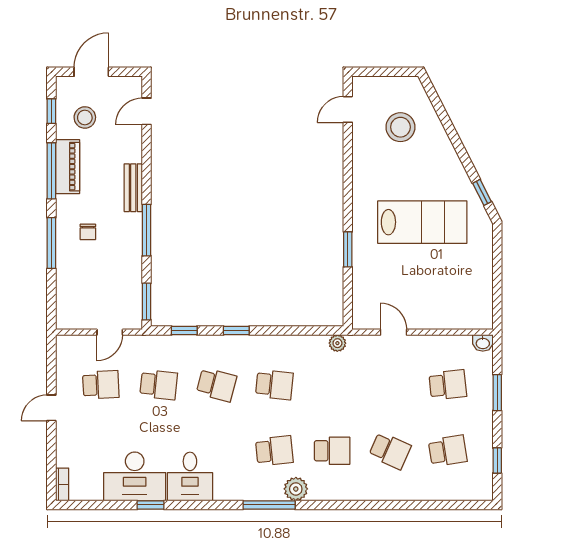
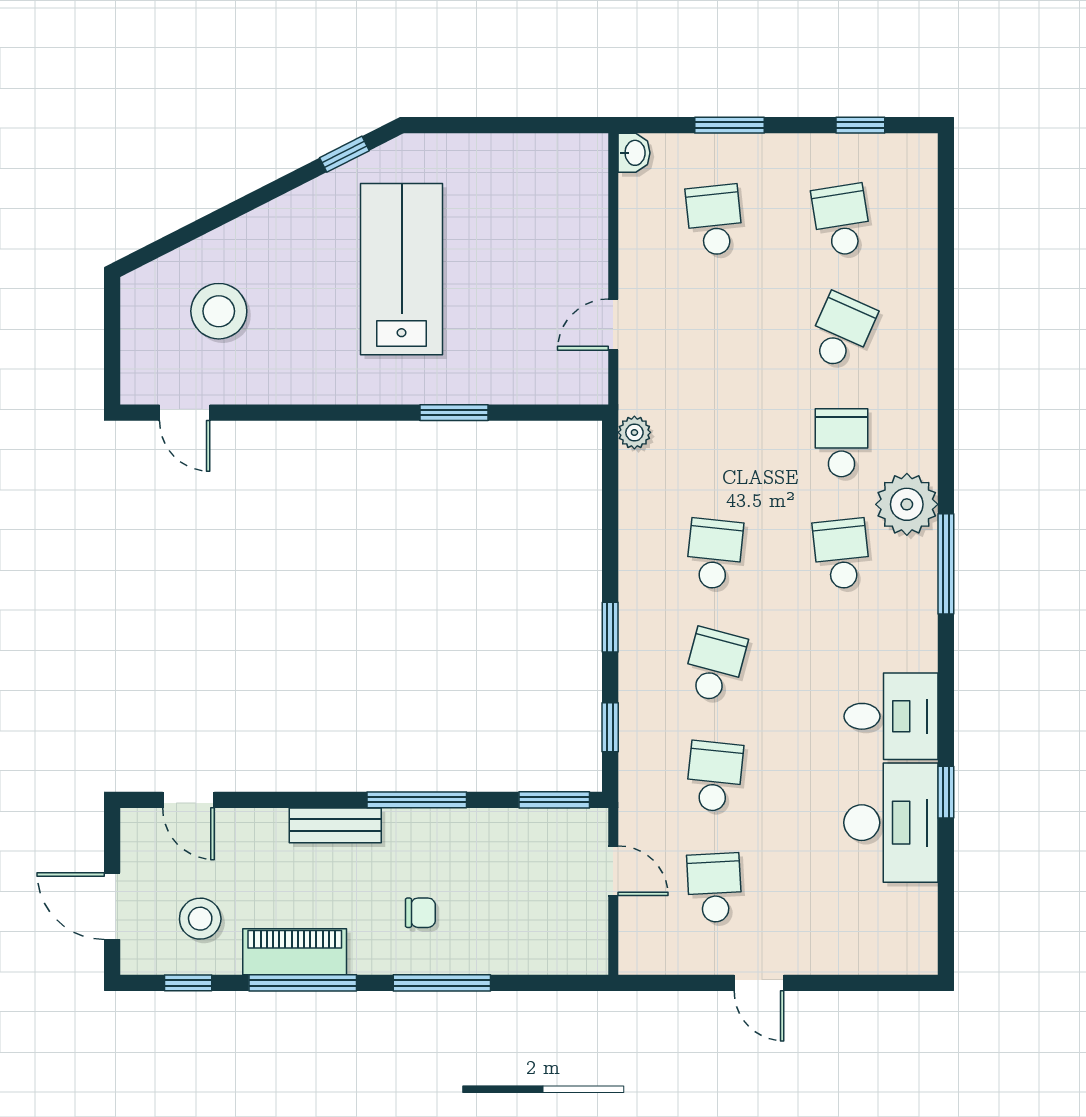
bookcase: (62, 484) -> (906, 962), removed
plant: (296, 489) -> (907, 504), width x1.36, depth x1.36

